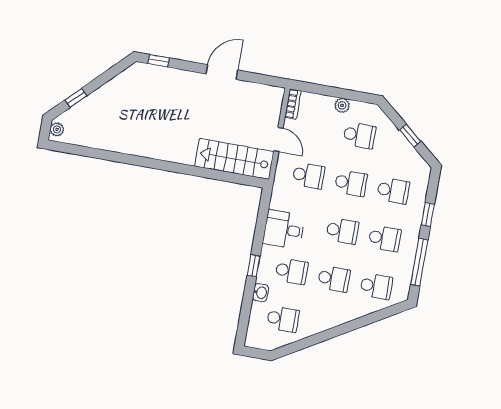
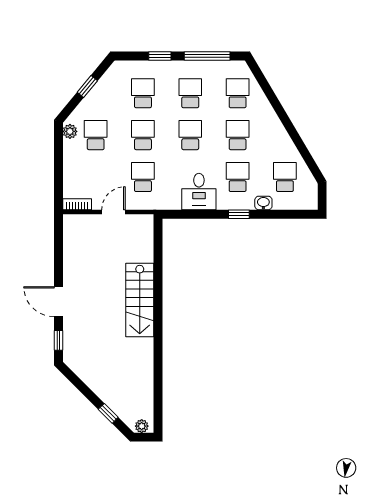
door: (222, 72) -> (58, 302), moved
plant: (342, 105) -> (70, 131), moved
stairs: (234, 159) -> (140, 300), moved

